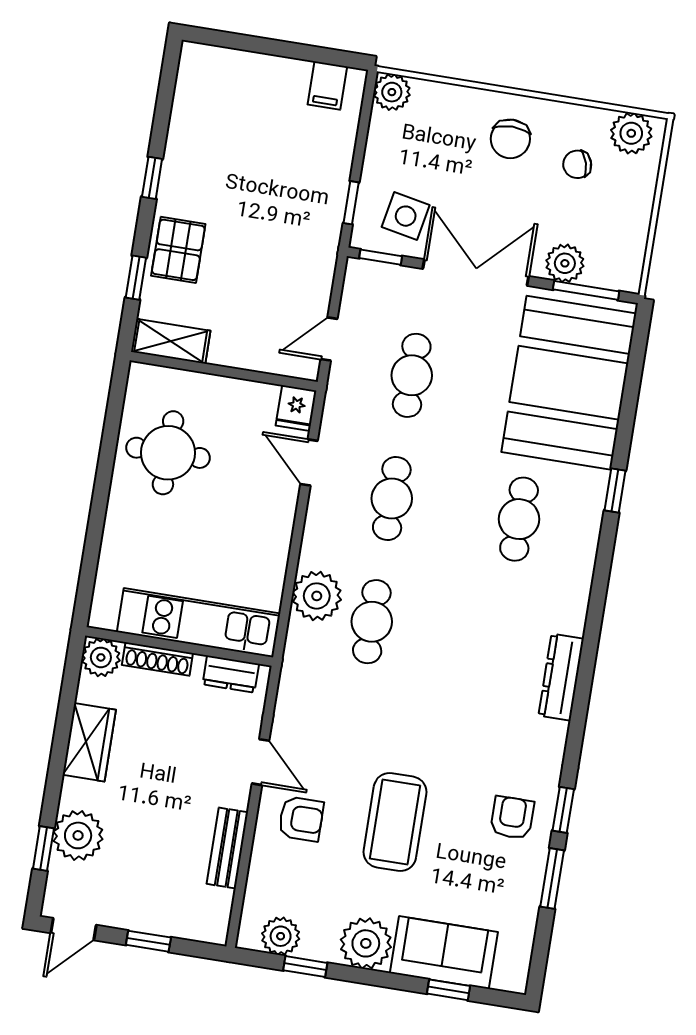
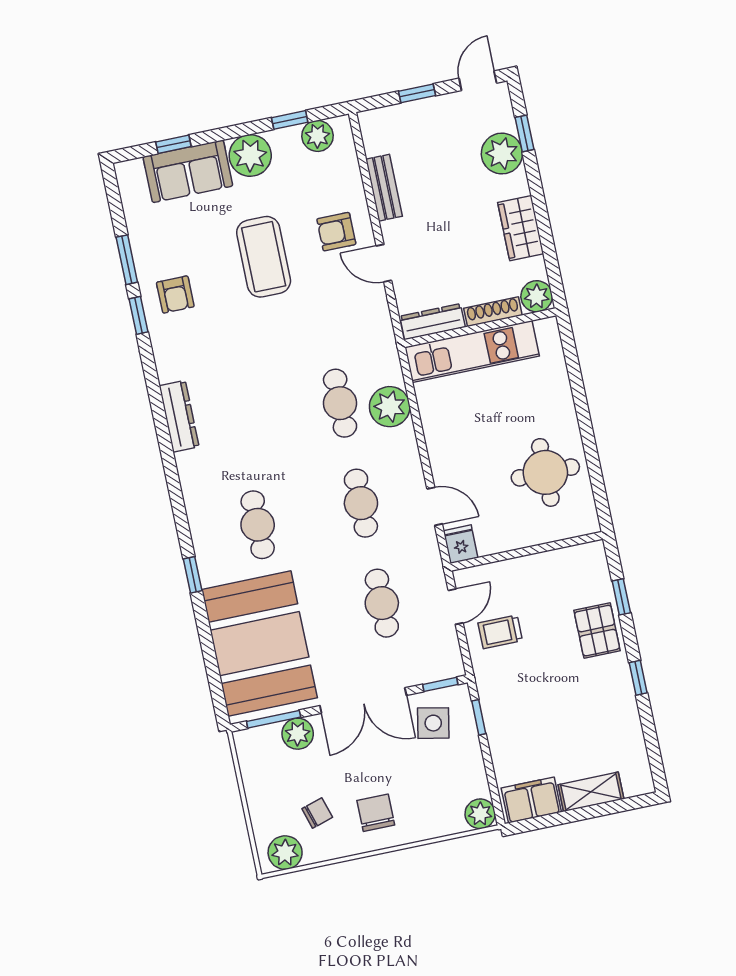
filing cabinet: (327, 85) -> (531, 800), width x2.00
trolley: (289, 291) -> (500, 632), added
shelving: (171, 341) -> (591, 792), moved
dresser: (231, 674) -> (432, 322), width x1.44

